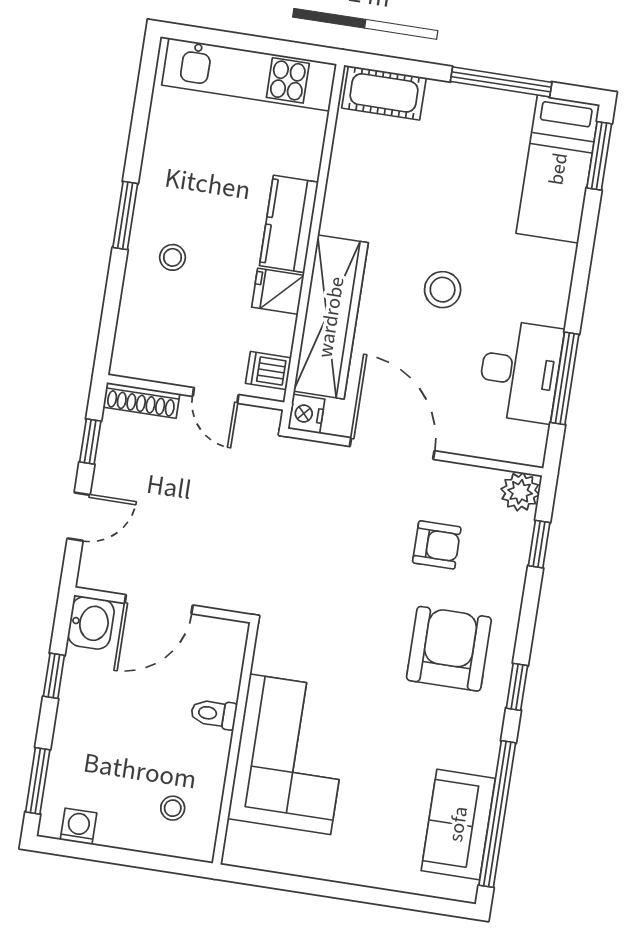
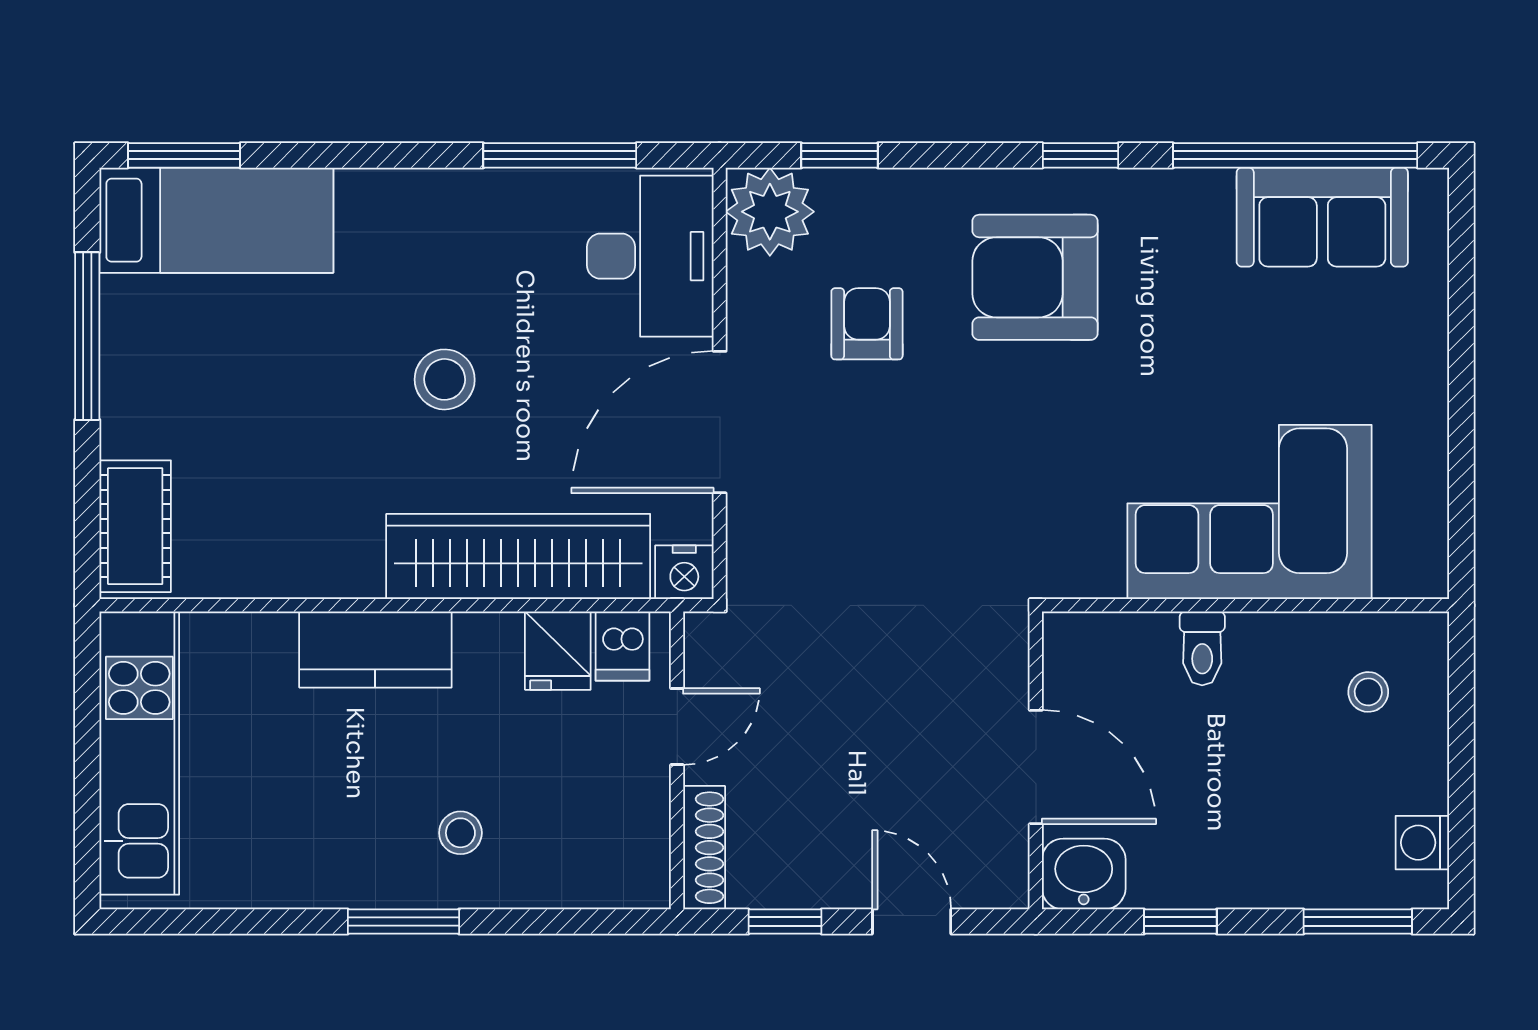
fridge: (278, 291) -> (558, 651), moved
desk: (520, 371) -> (650, 256), moved, turned 90
plant: (520, 492) -> (770, 212), width x1.36, depth x1.36

